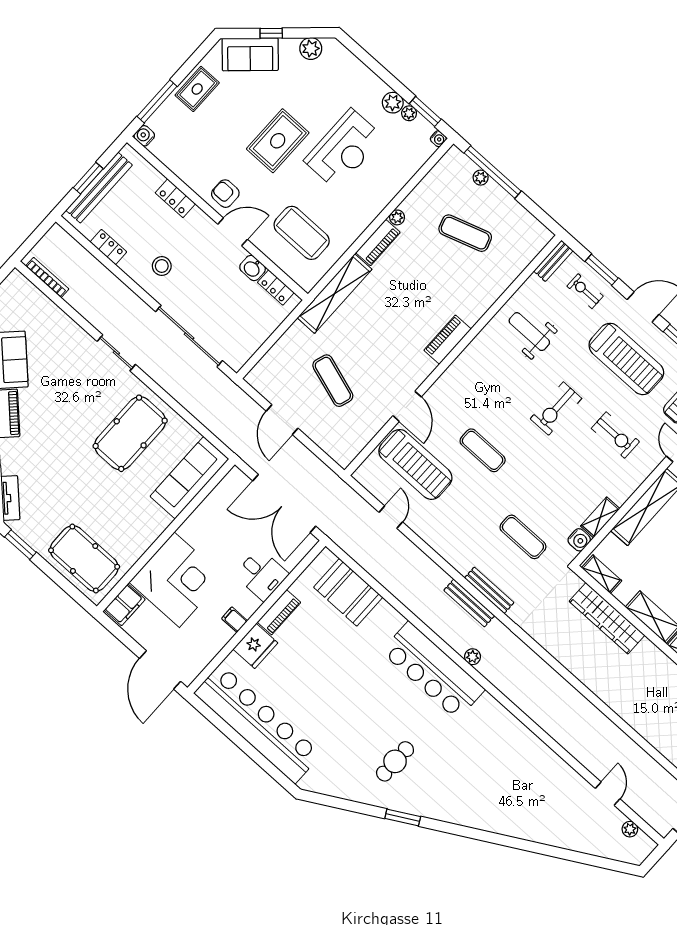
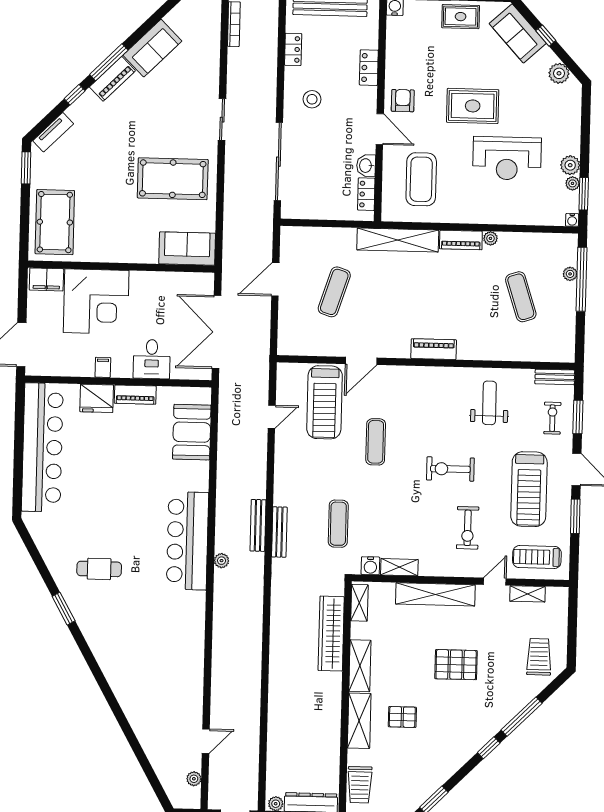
sofa: (189, 478) -> (187, 249), width x0.73

